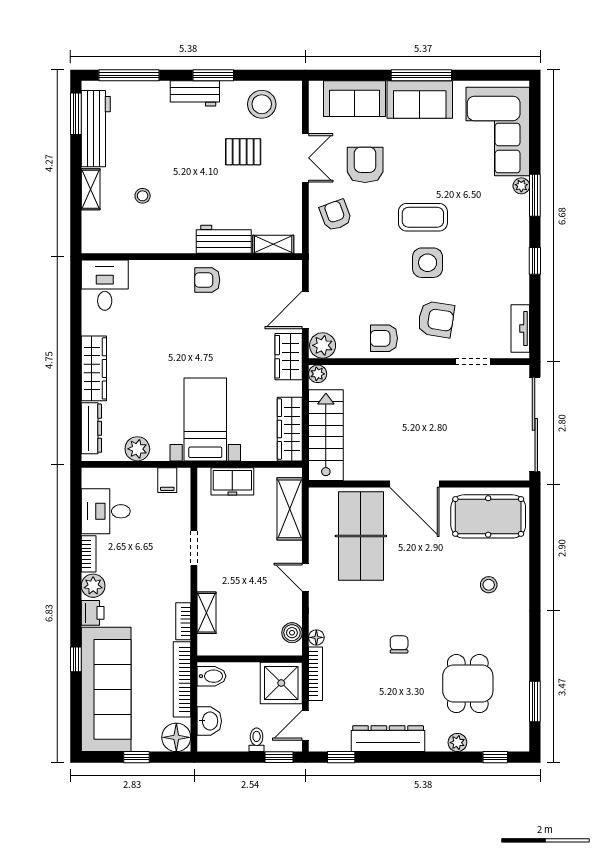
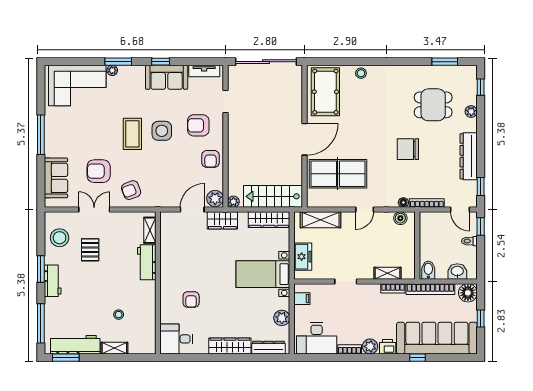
sofa: (420, 100) -> (167, 77), moved, turned 90
armchair: (207, 280) -> (191, 299), moved
door: (305, 310) -> (192, 210), swing flipped
armchair: (436, 319) -> (198, 125), turned -99
desk: (106, 511) -> (317, 338), width x1.37
stool: (489, 585) -> (361, 73), moved
chair: (399, 644) -> (408, 149), width x1.87, depth x1.87
shower: (281, 683) -> (433, 225), removed

